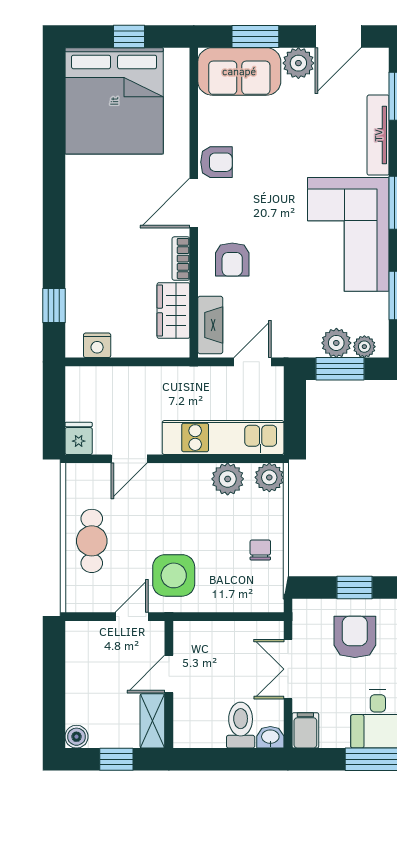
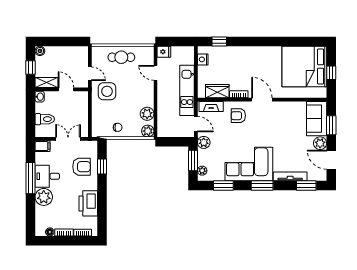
armchair: (216, 162) -> (279, 109), removed
plant: (336, 343) -> (204, 142), moved
kitchen unit: (223, 438) -> (187, 90), moved, turned 180
washbasin: (270, 737) -> (40, 97), moved

